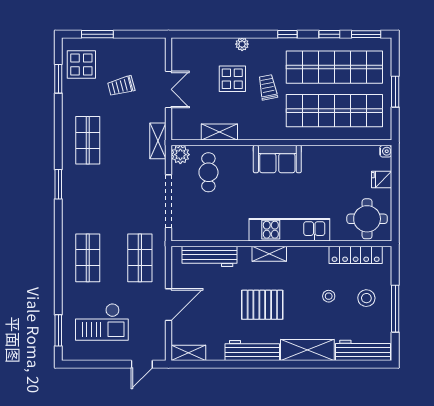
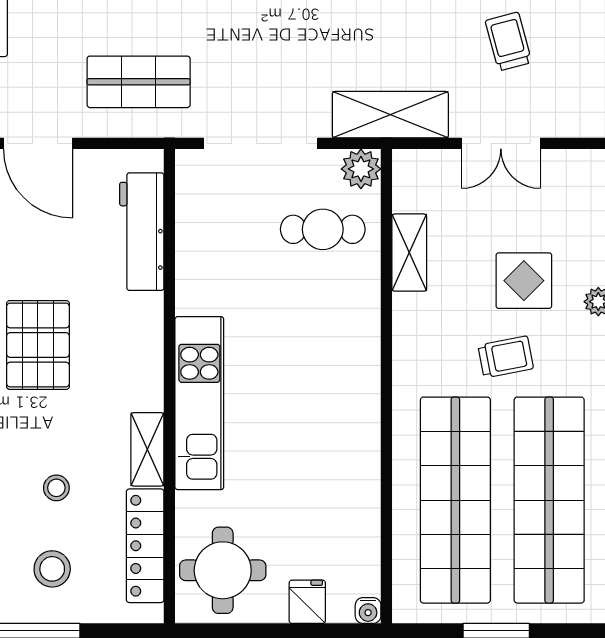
shelving: (158, 141) -> (390, 115), width x1.50, depth x1.33
sofa: (277, 159) -> (351, 377), removed
shelving: (269, 254) -> (147, 449), moved

